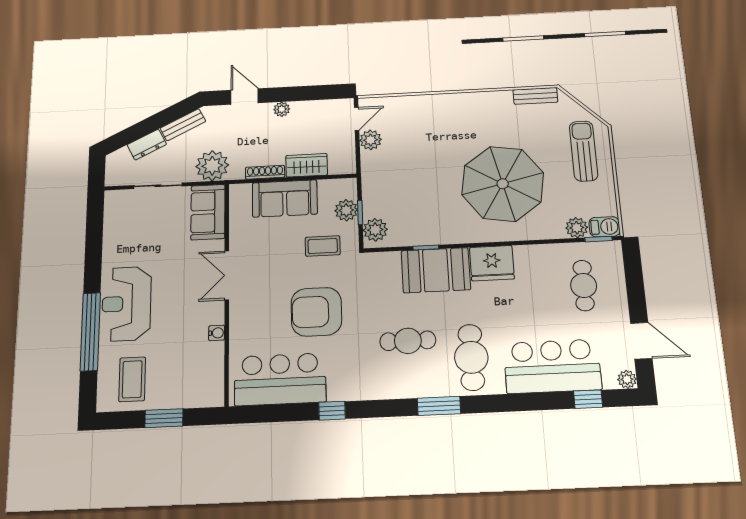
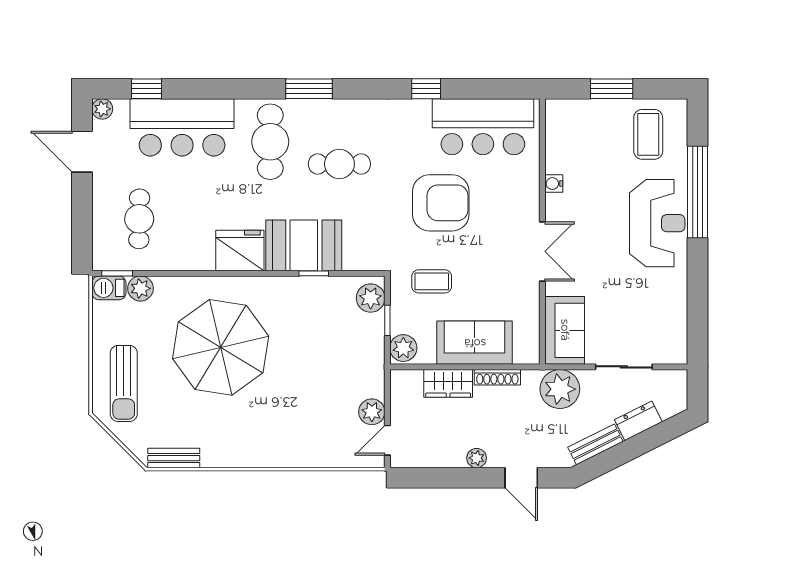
plant: (346, 210) -> (403, 348), moved

